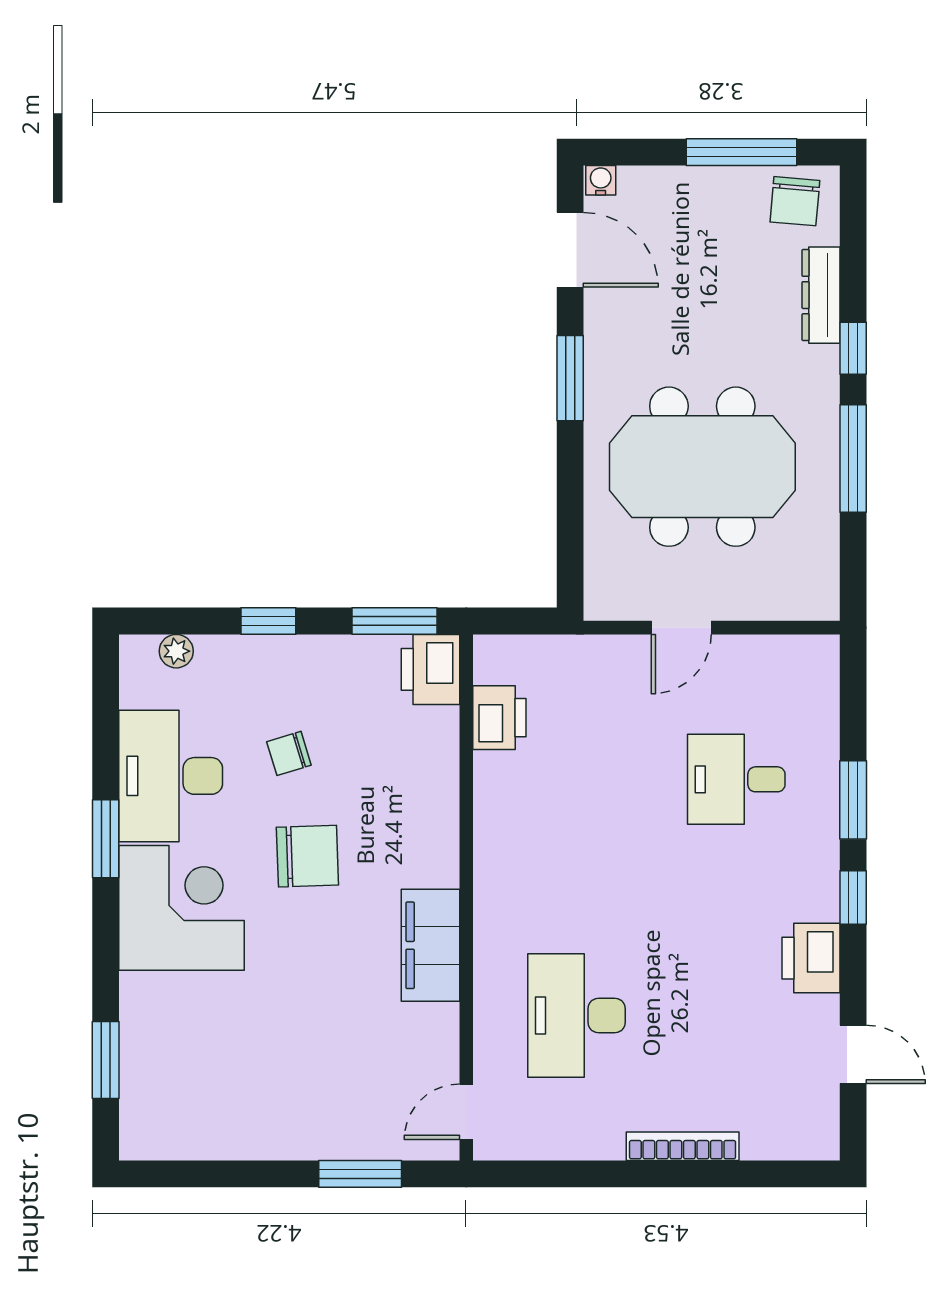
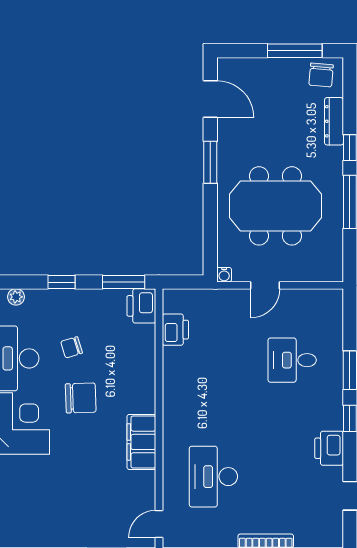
water cooler: (601, 180) -> (224, 275), moved, turned 180

